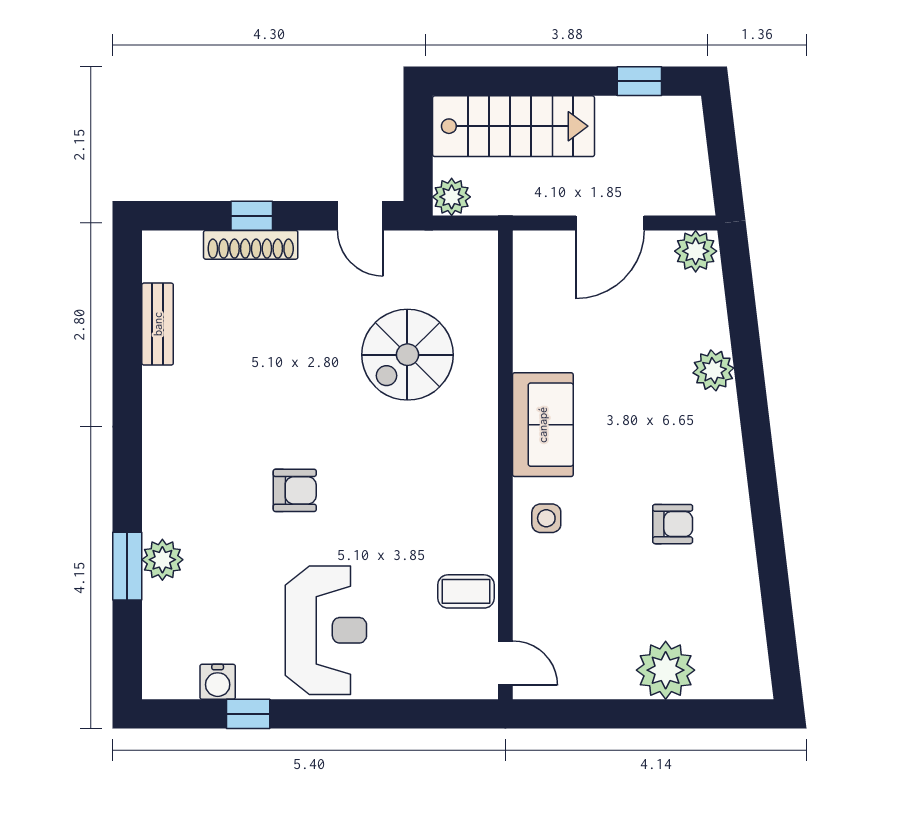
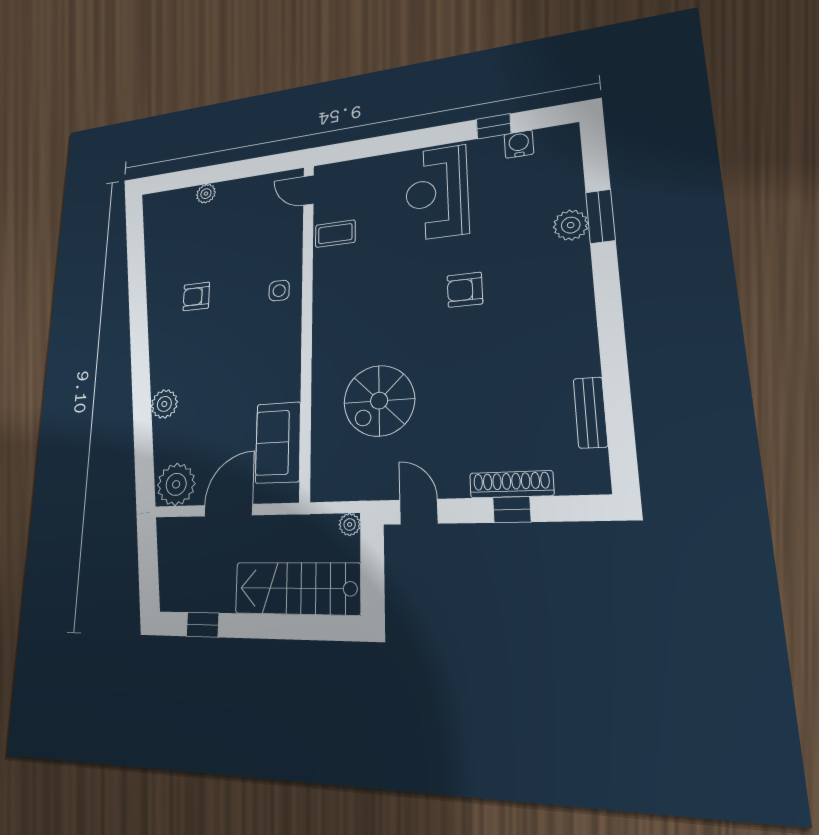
plant: (452, 197) -> (350, 524), width x0.73, depth x0.73
plant: (696, 251) -> (176, 484), width x1.36, depth x1.36
spiral stairs: (407, 355) -> (379, 401), turned 180
sofa: (543, 425) -> (278, 442), moved
plant: (666, 670) -> (206, 194), width x0.53, depth x0.53

